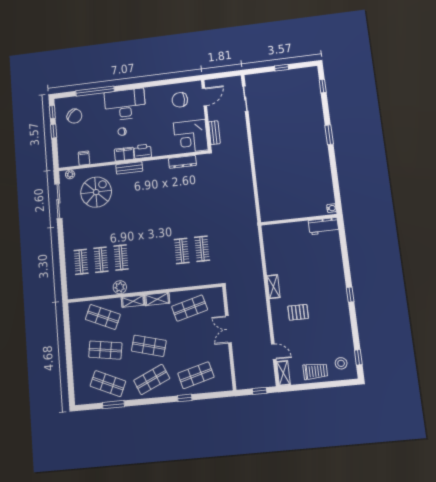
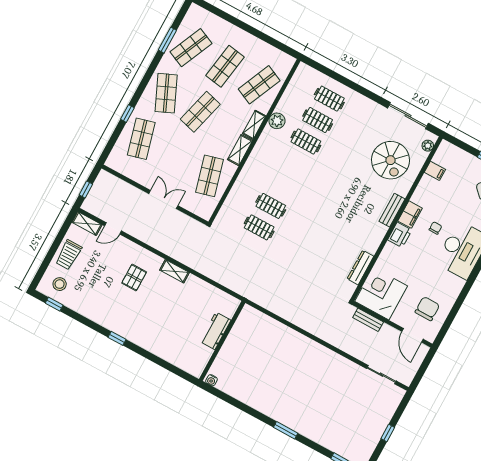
workbench: (323, 226) -> (215, 331), moved

